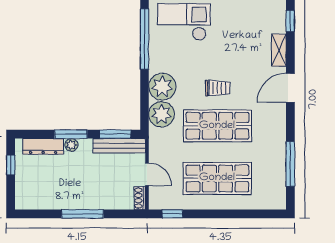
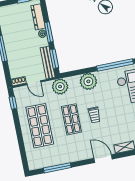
plant: (161, 114) -> (60, 87), moved
shop shelf: (217, 126) -> (71, 119), width x0.70, depth x0.74
door: (147, 174) -> (34, 83), hinge flipped

